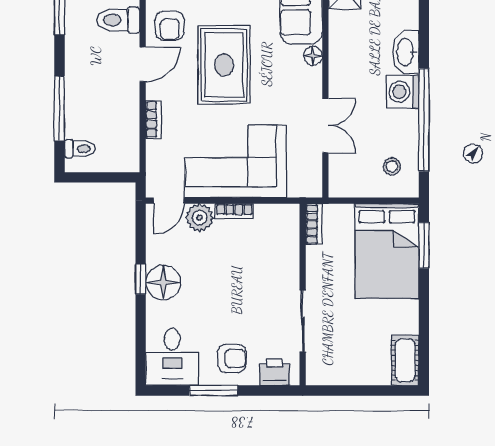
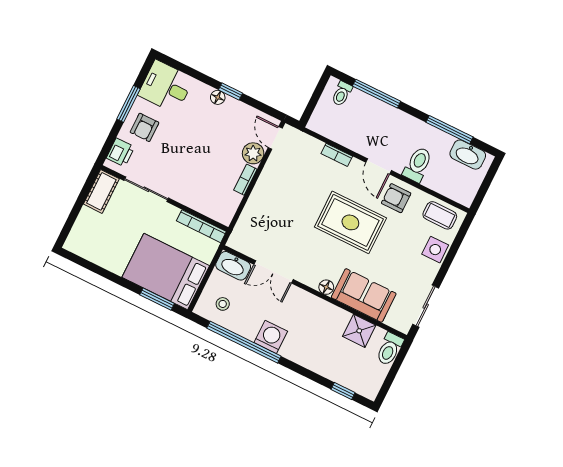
washbasin: (406, 52) -> (233, 266), moved, turned 180
corner sofa: (236, 161) -> (280, 198), removed
bookcase: (314, 224) -> (201, 226), width x1.56
floor lamp: (163, 283) -> (218, 97), width x0.53, depth x0.53
cot: (405, 360) -> (101, 191), moved, turned 90

